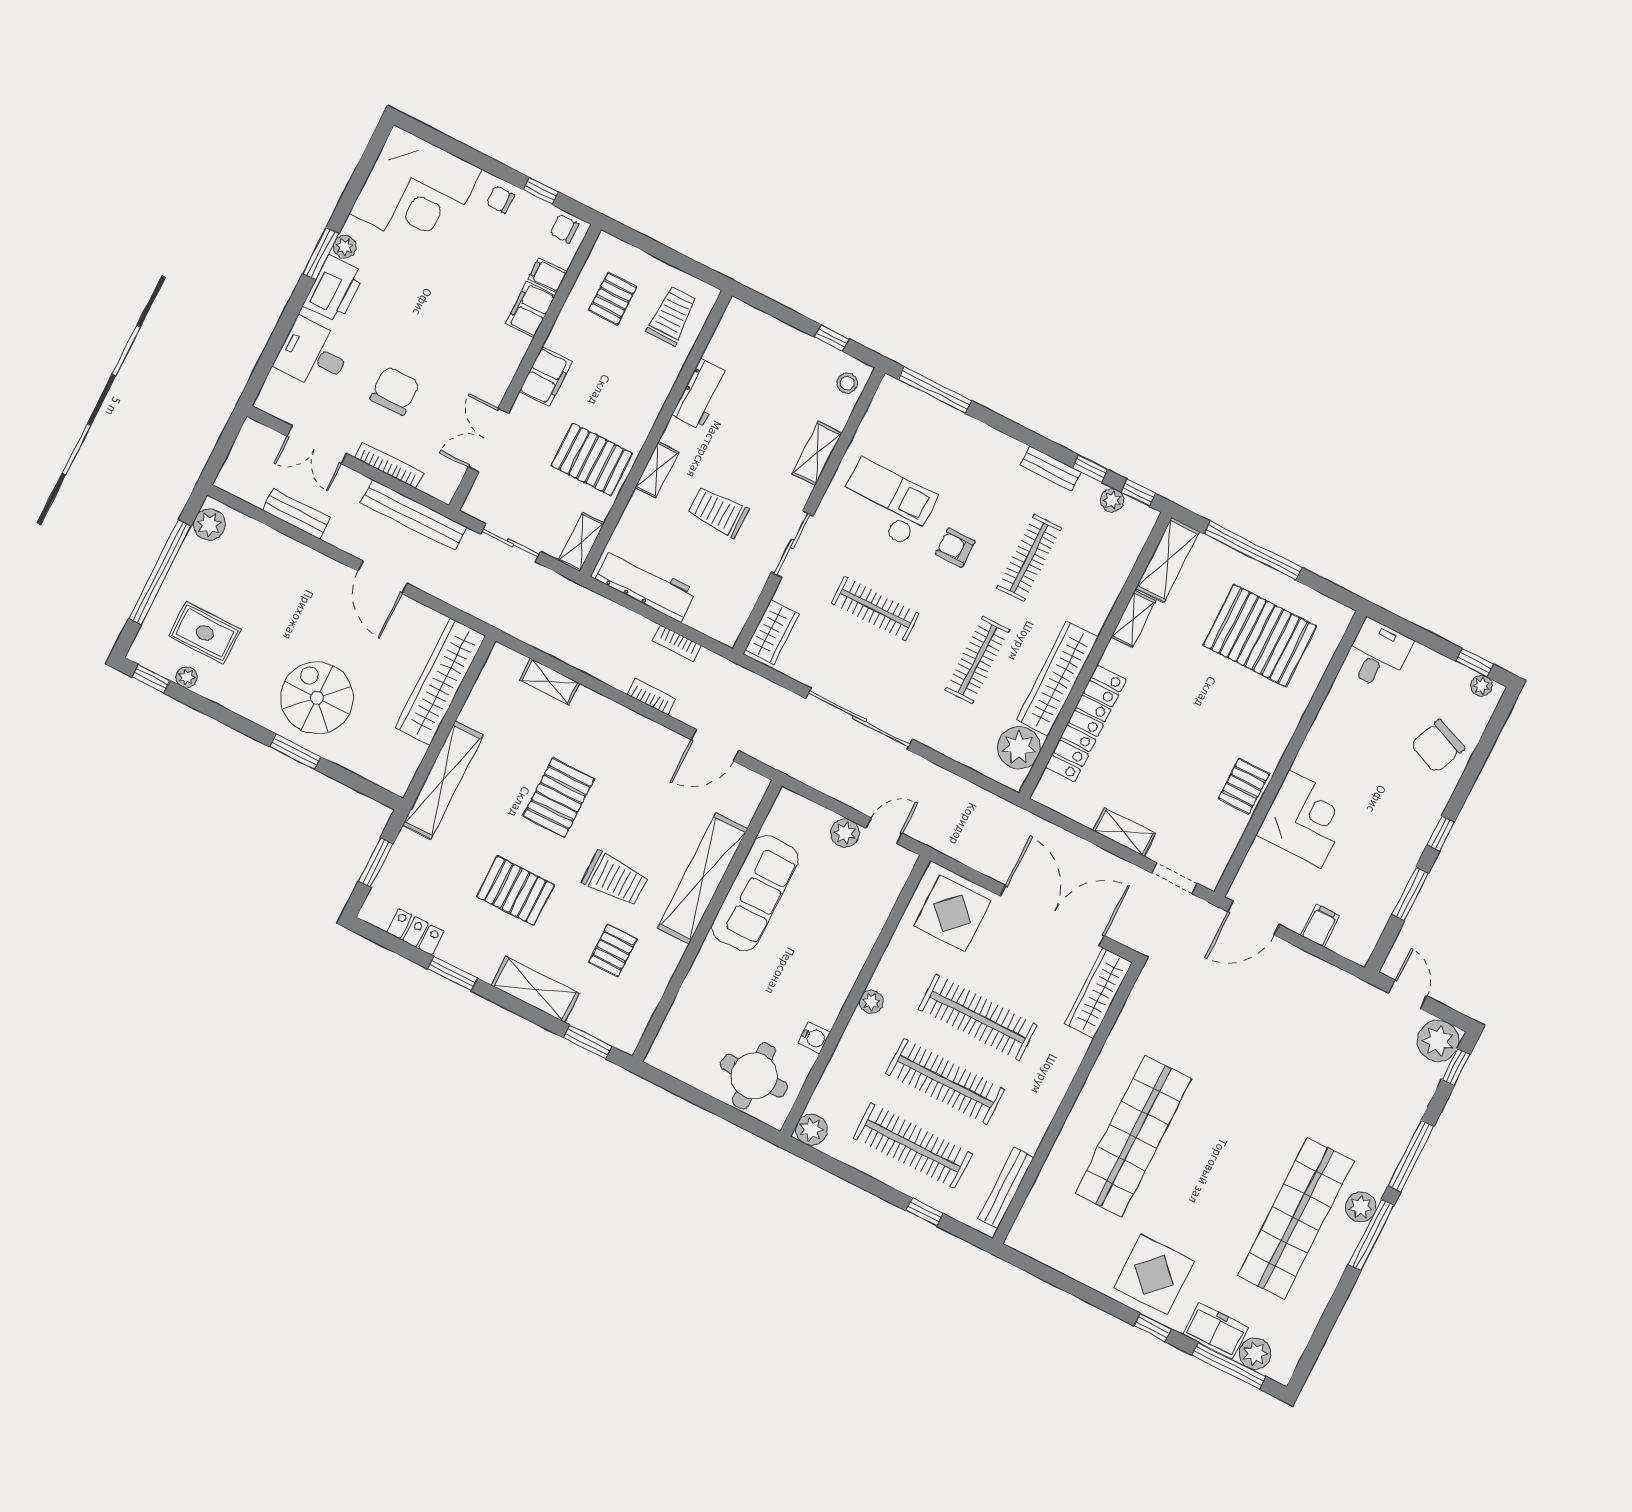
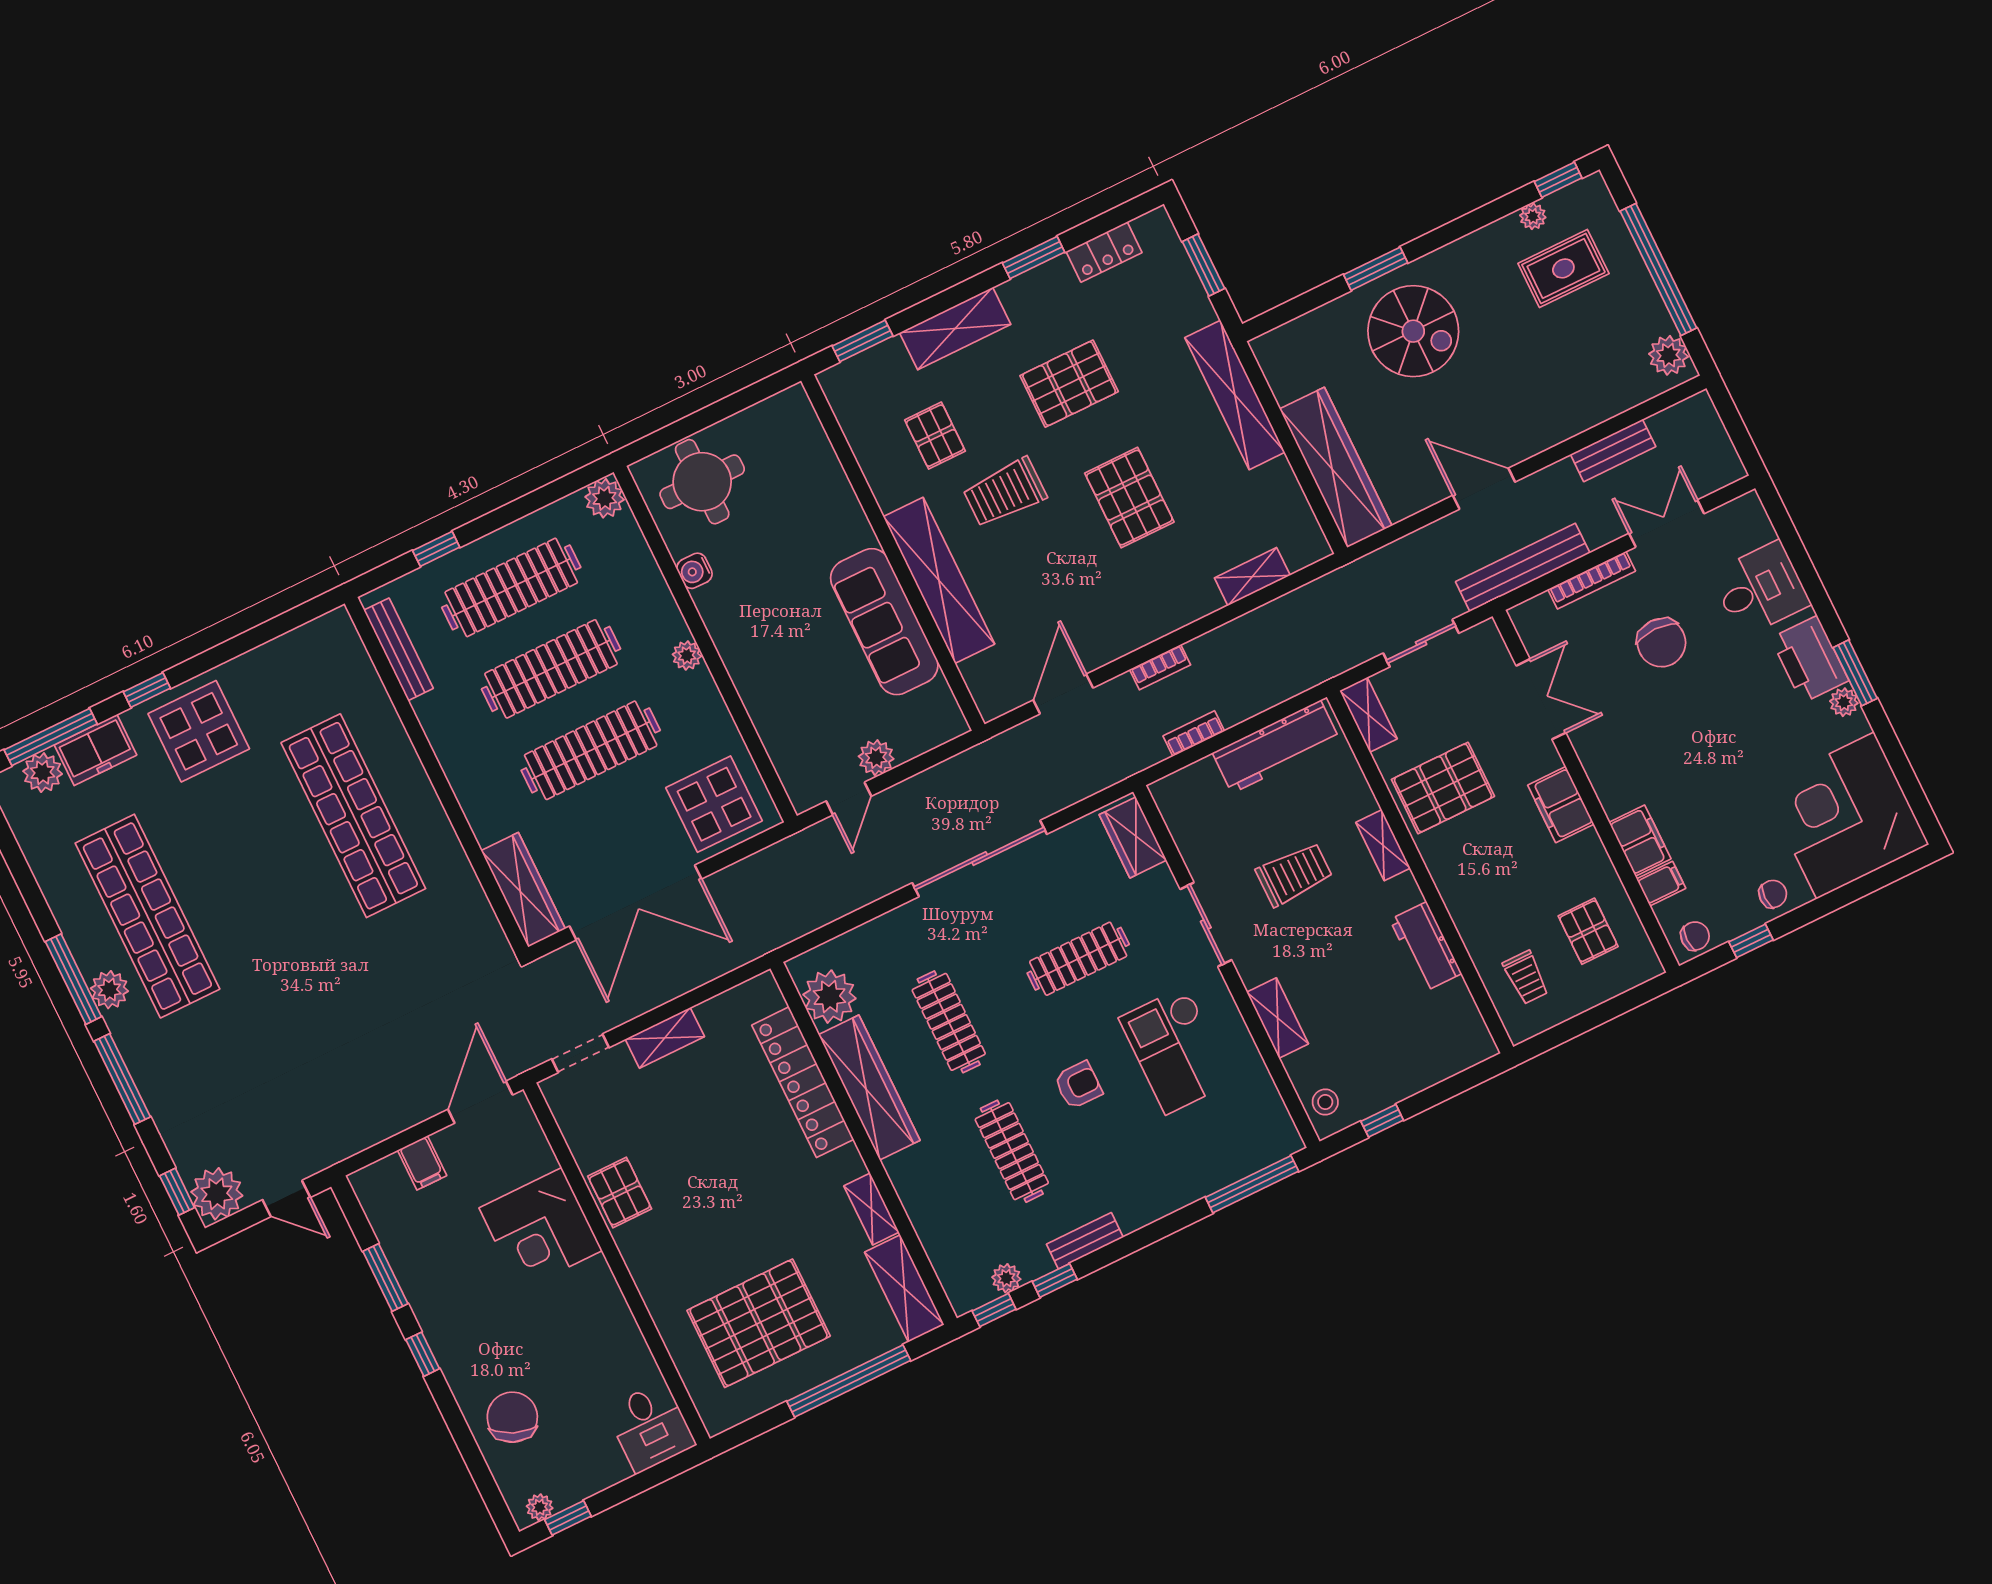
trolley: (672, 316) -> (1526, 977), width x0.73, depth x0.72
checkout: (886, 503) -> (1176, 1050), turned 90

